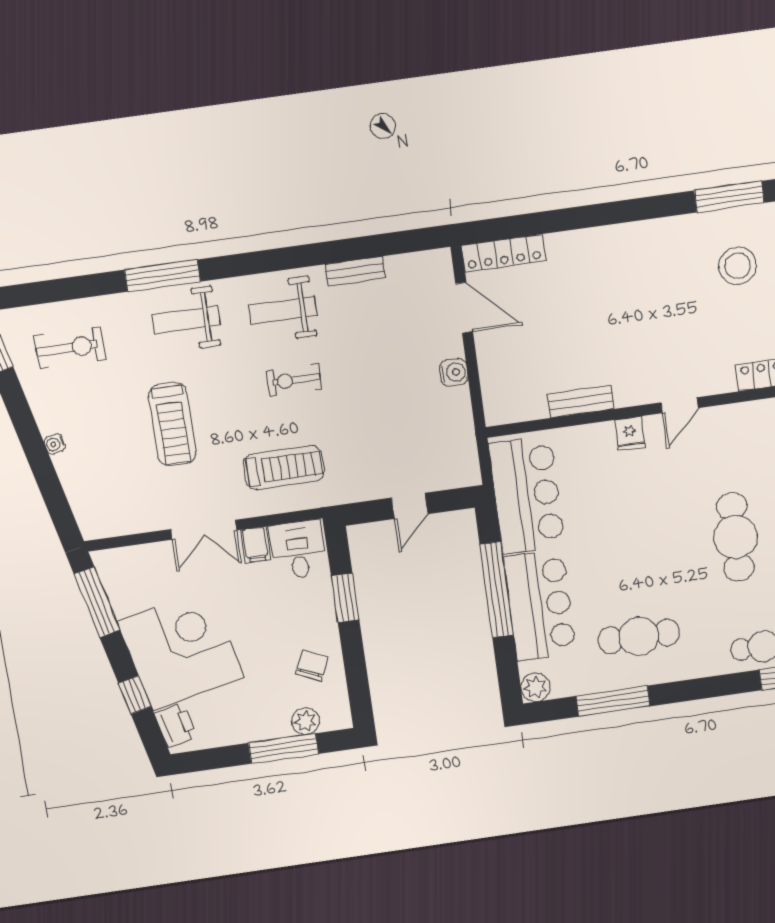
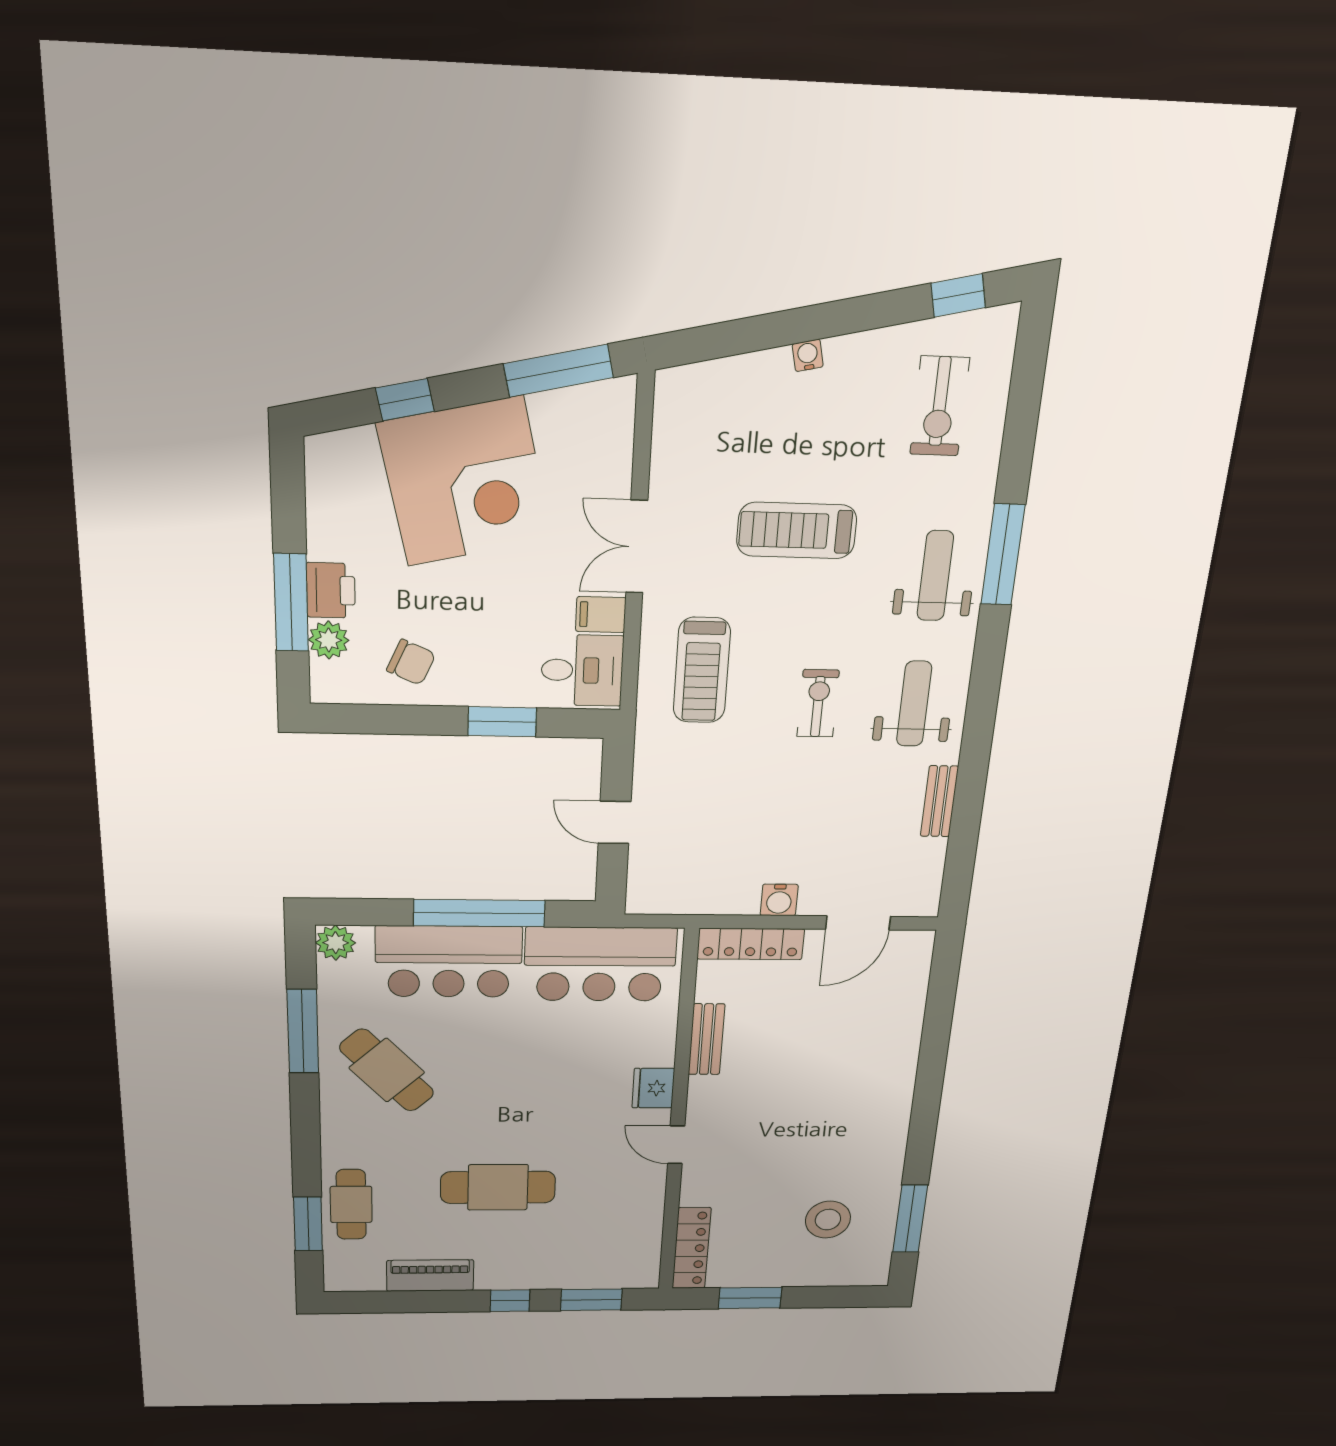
locker: (503, 253) -> (751, 944), moved, turned -90
fridge: (630, 434) -> (653, 1088), width x1.38
cafe table: (639, 636) -> (387, 1070), turned -43
printer: (176, 725) -> (331, 590), moved, turned -77

